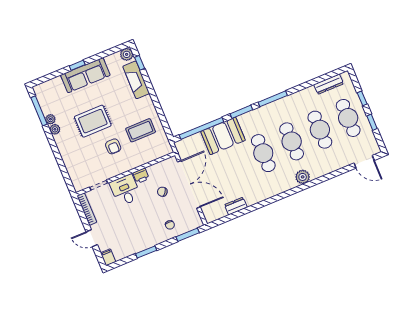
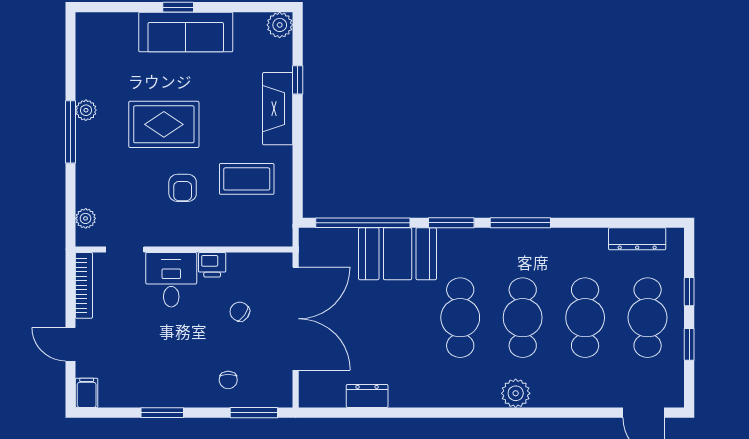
window: (140, 63) -> (298, 80), moved
fireplace: (136, 80) -> (278, 109), moved
window: (39, 111) -> (71, 132), moved
plant: (50, 119) -> (86, 218), moved

